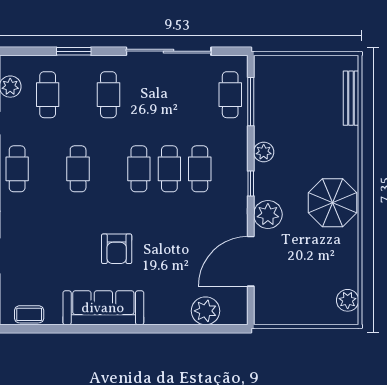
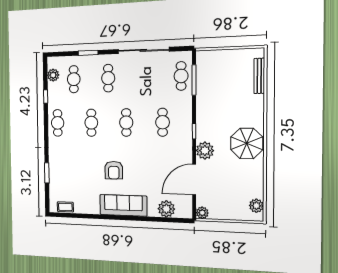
plant: (264, 152) -> (202, 213), moved
cafe table: (169, 169) -> (144, 122), removed
sofa: (103, 308) -> (123, 205), moved

